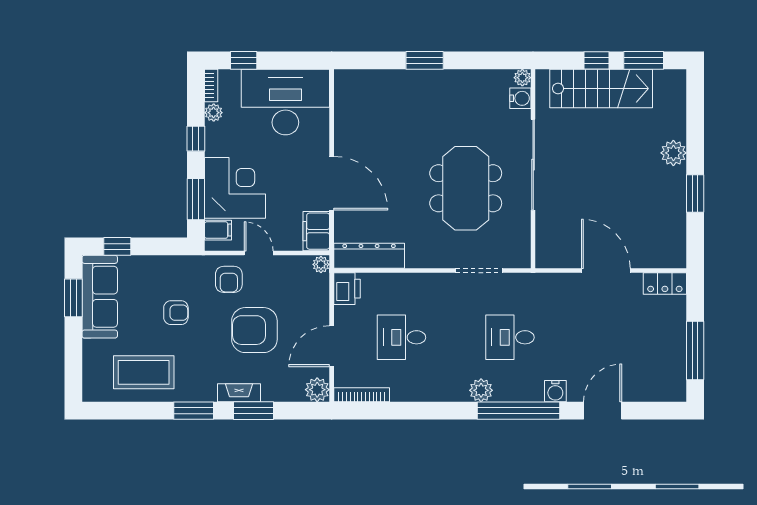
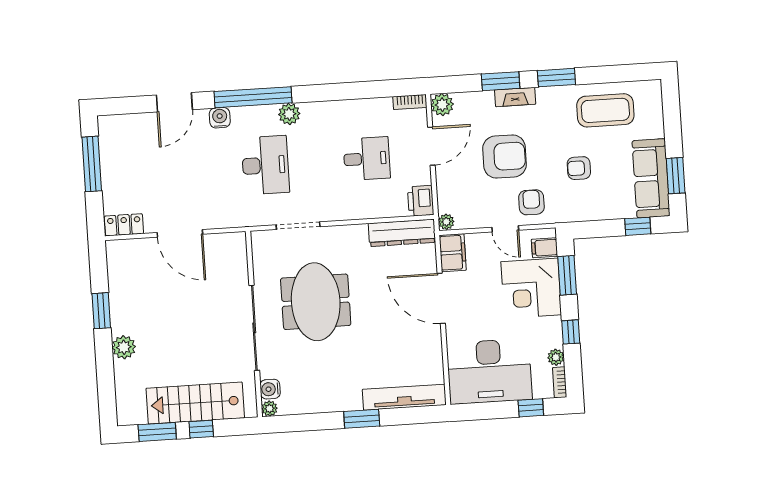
tv unit: (378, 80) -> (404, 397), added
desk: (510, 337) -> (265, 165), width x1.37
bookcase: (362, 395) -> (410, 102), width x0.64

